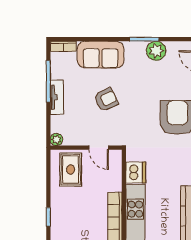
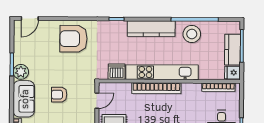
plant: (156, 51) -> (21, 72), moved
armchair: (106, 100) -> (59, 95), turned -65

